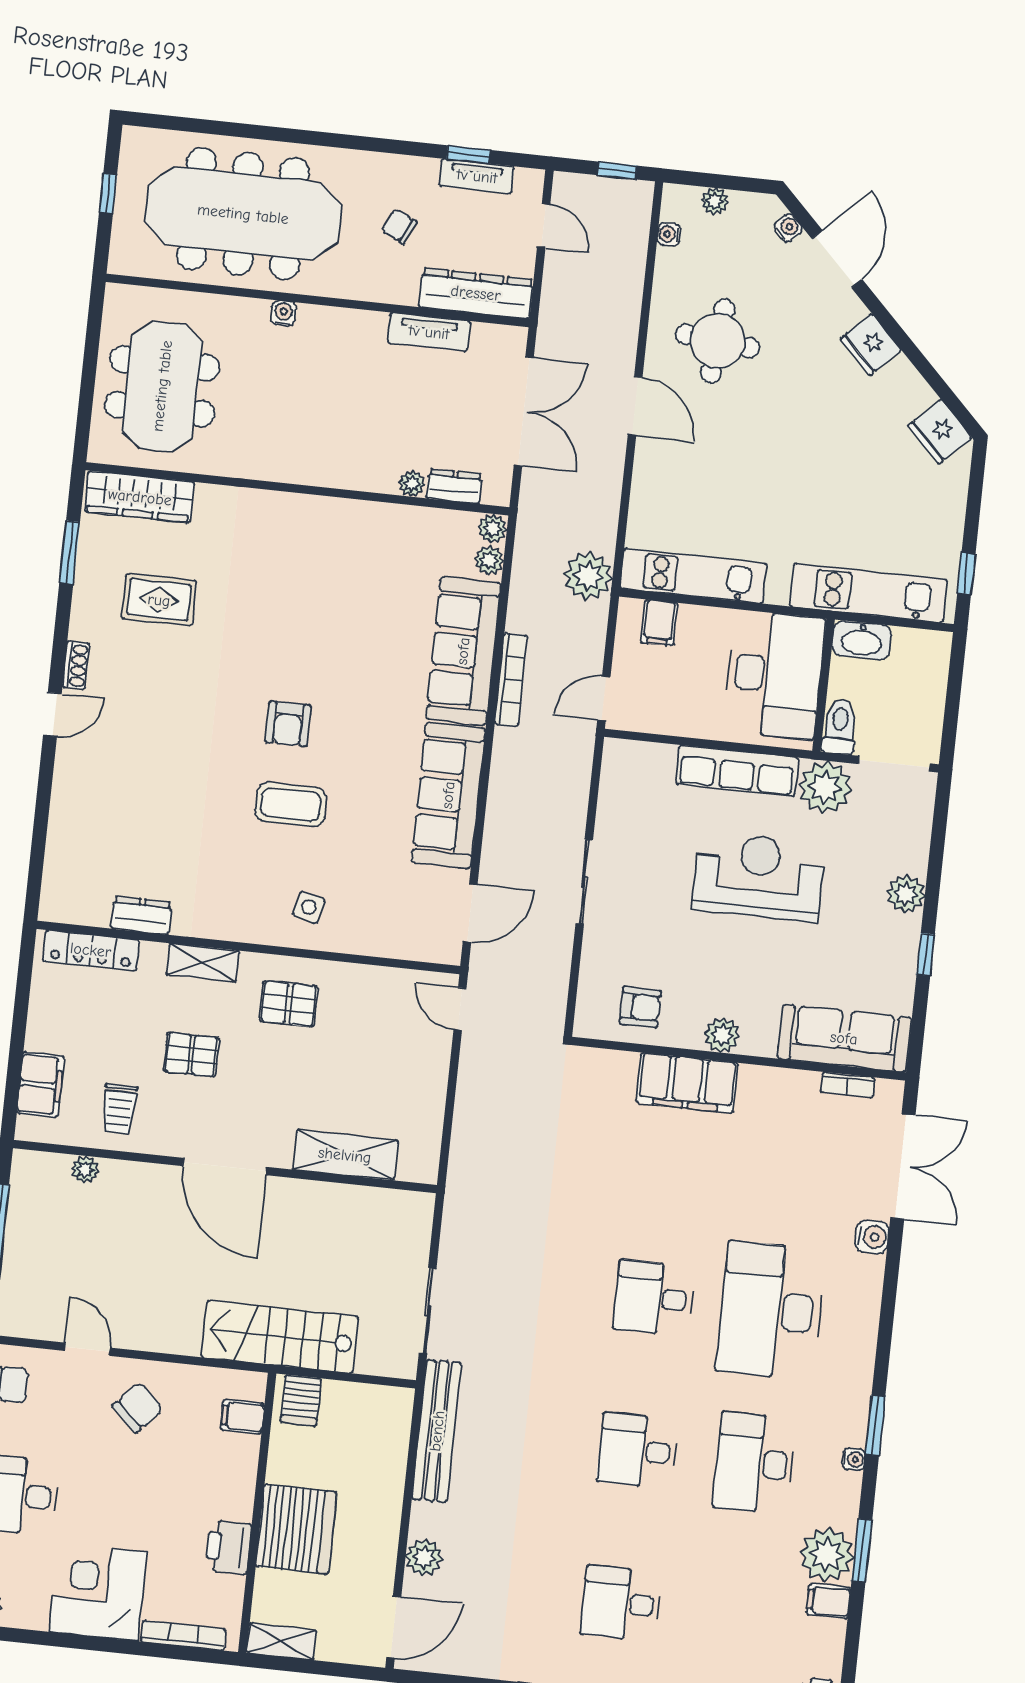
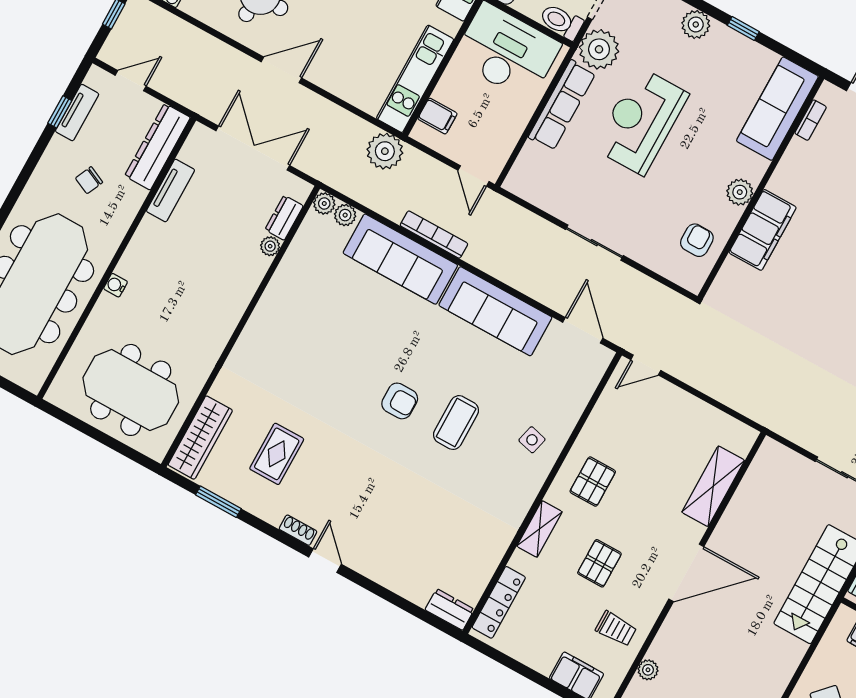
dresser: (141, 915) -> (450, 610), moved, turned 90

